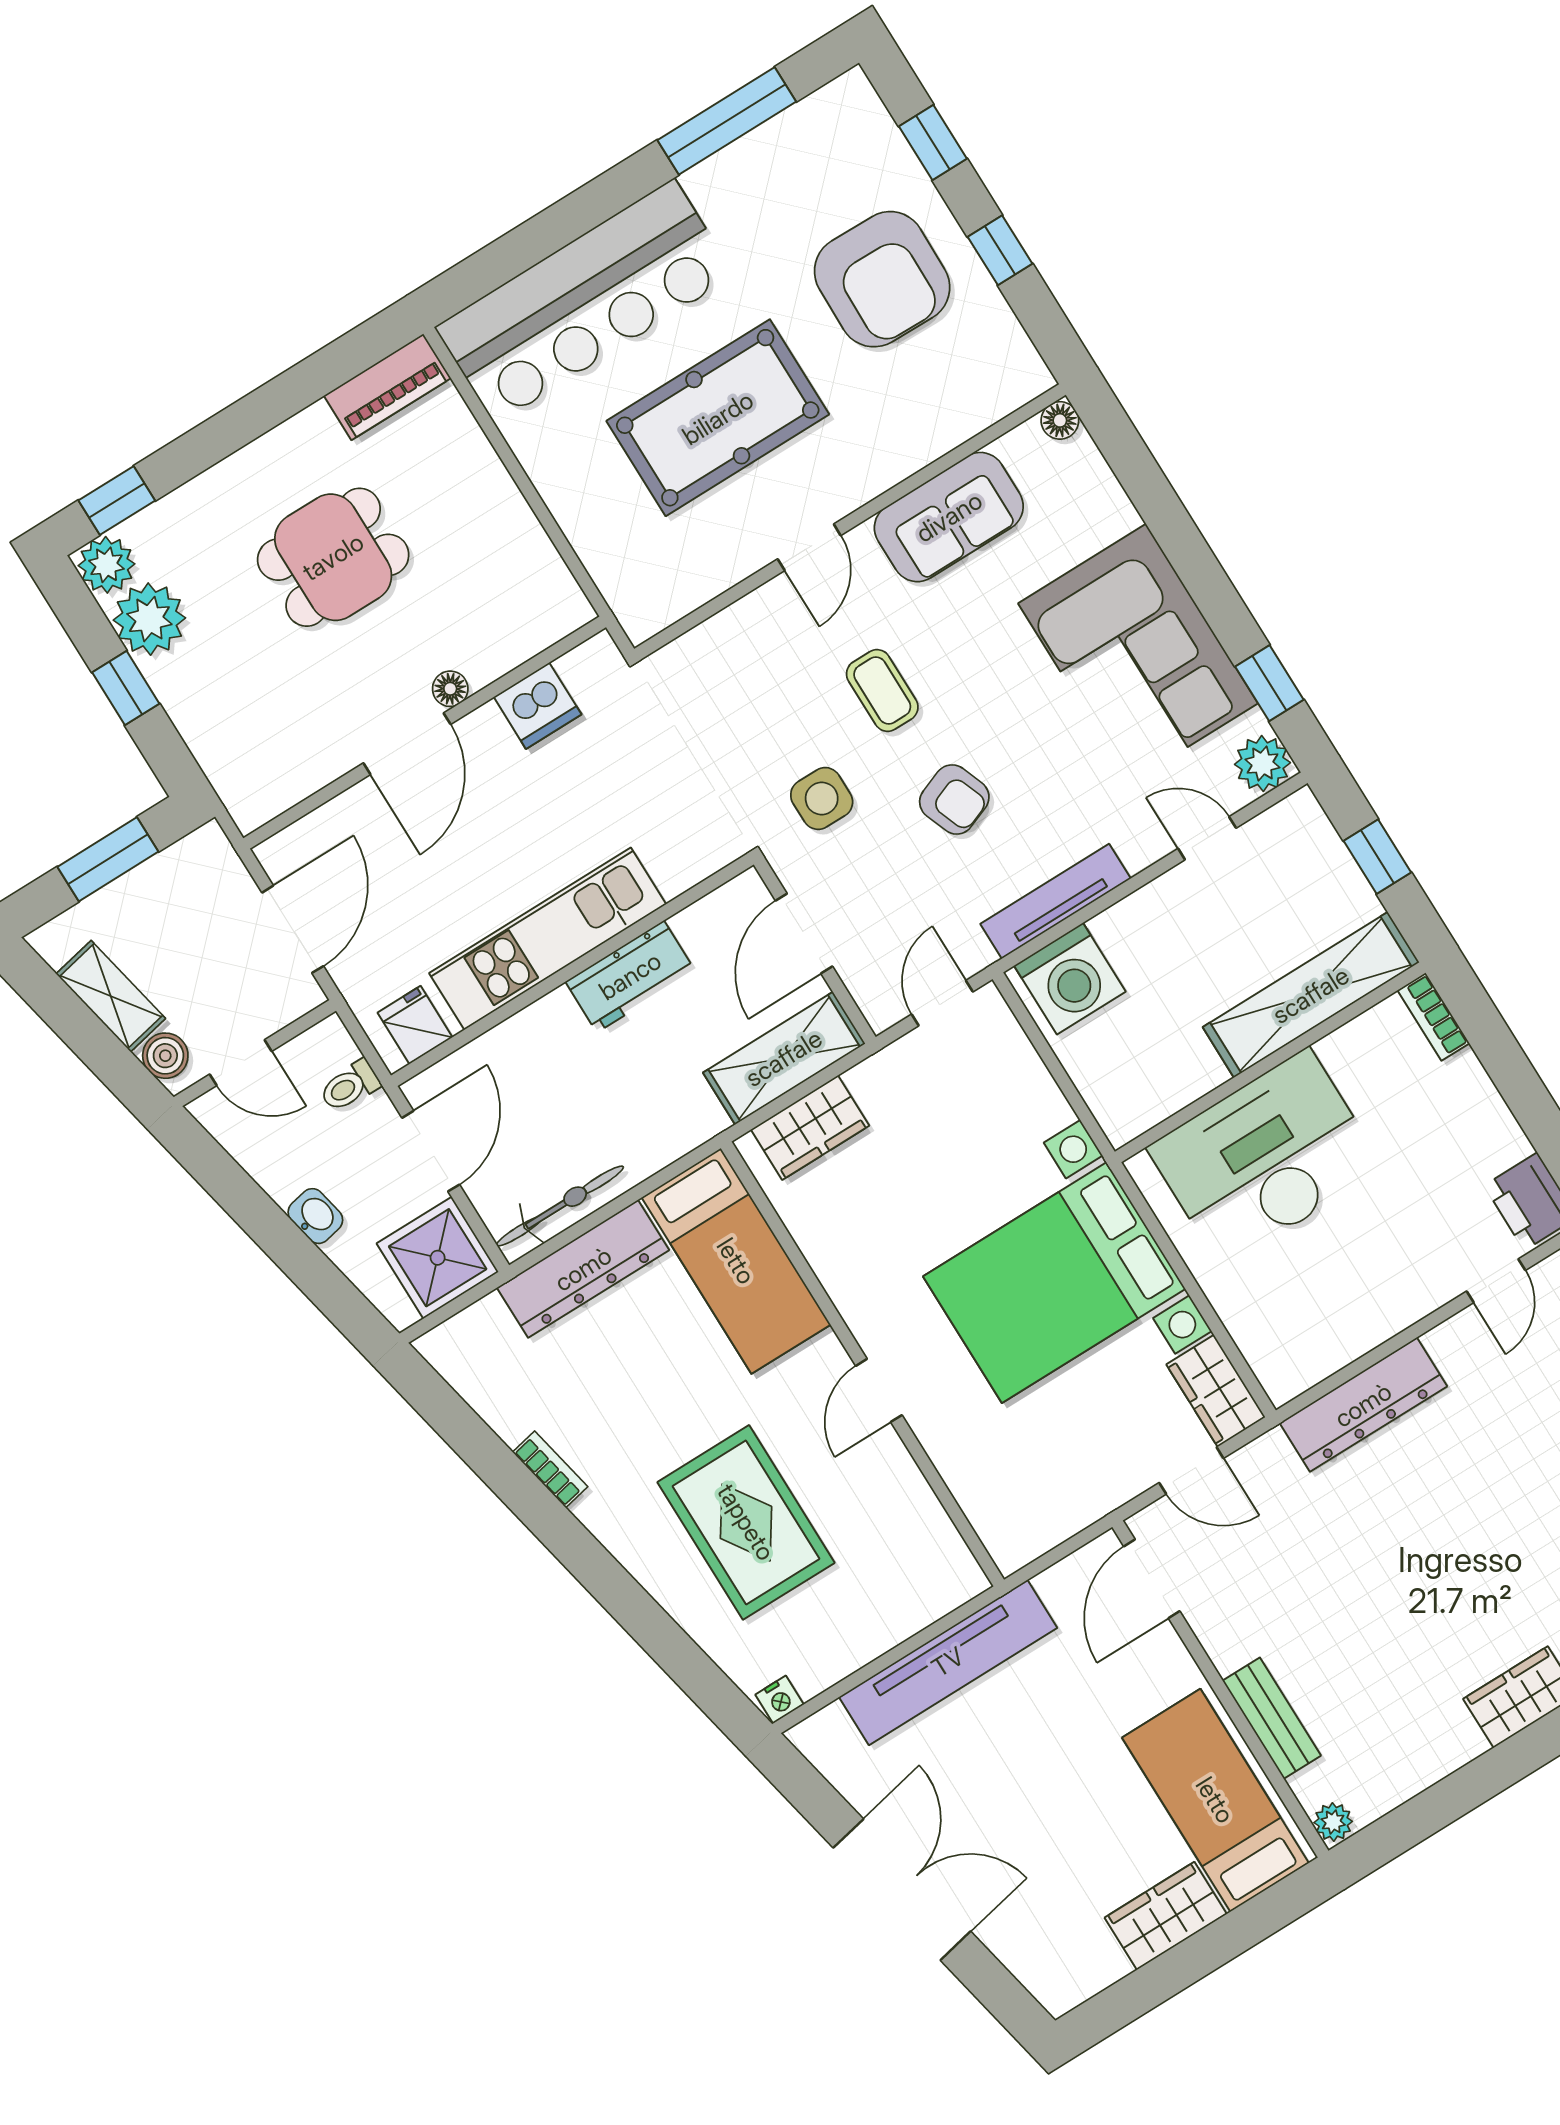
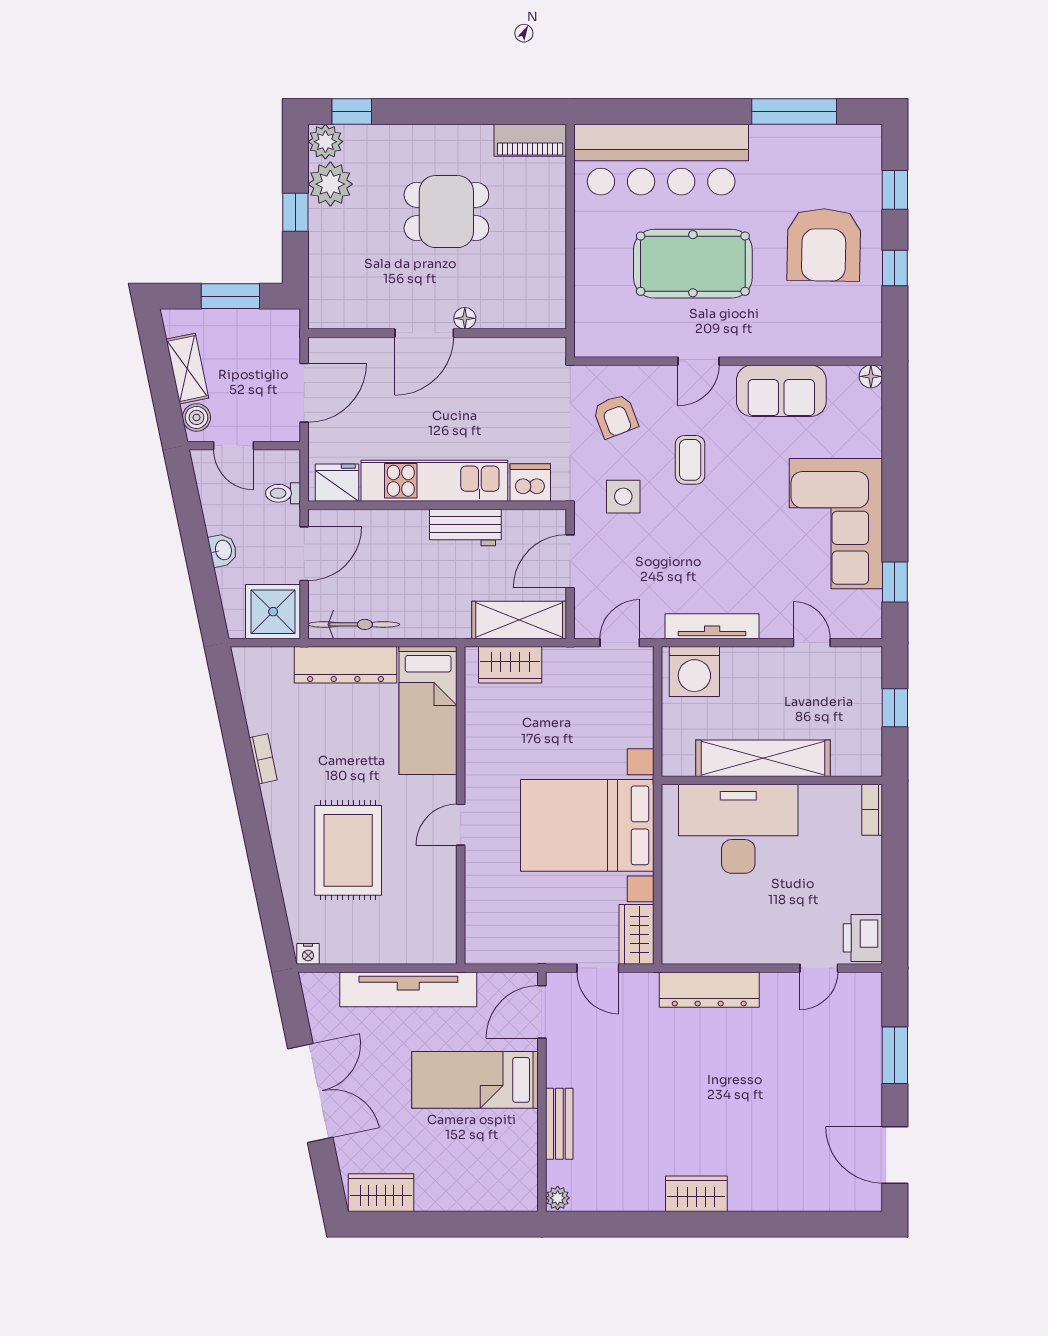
dishwasher: (538, 706) -> (530, 482), moved, turned 180
plant: (1262, 764) -> (865, 622), removed
armchair: (954, 799) -> (616, 416), moved
shelving: (1311, 995) -> (763, 758), moved
fridge: (415, 1025) -> (337, 483), width x1.38
bed: (1215, 1800) -> (475, 1080), moved, turned -90
wardrobe: (1166, 1916) -> (381, 1193), moved

